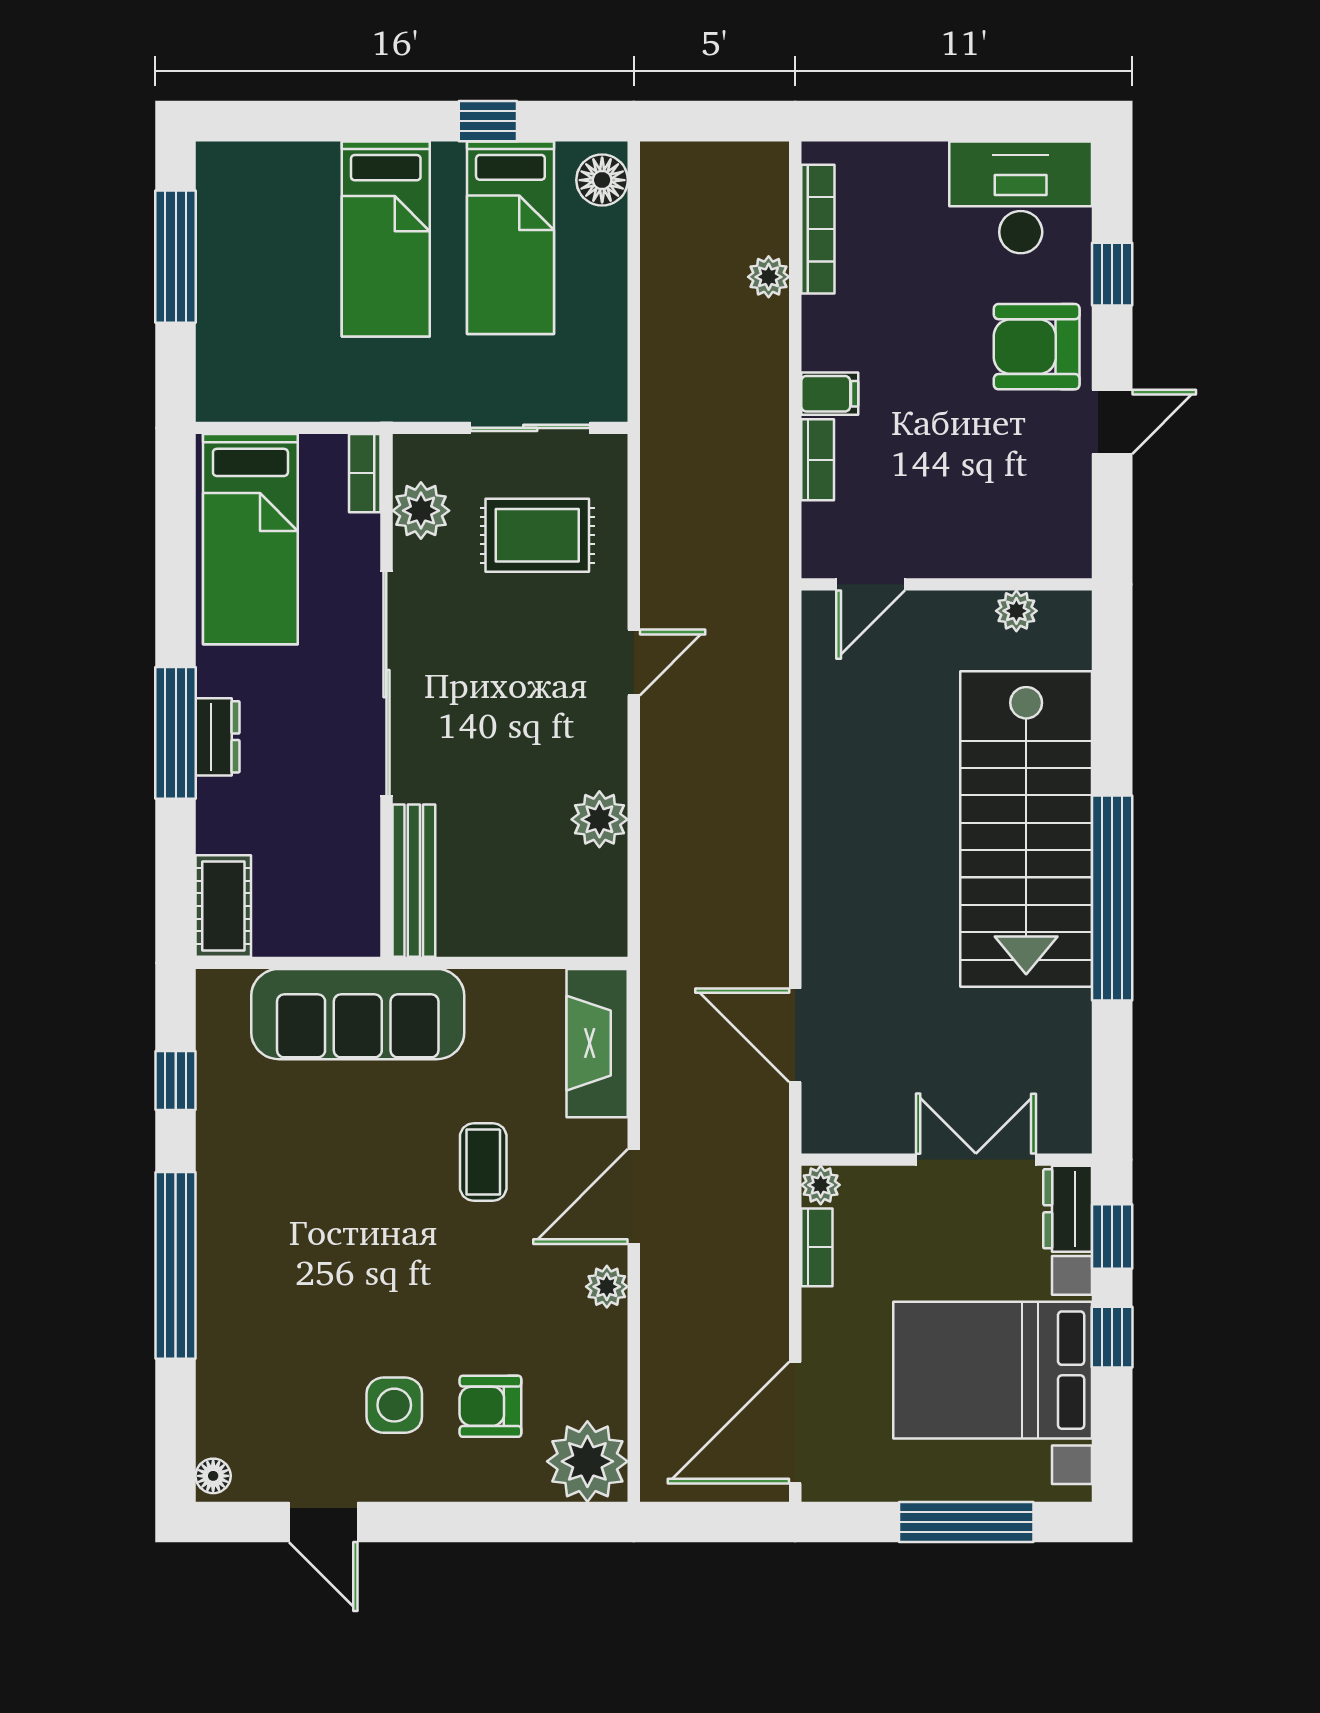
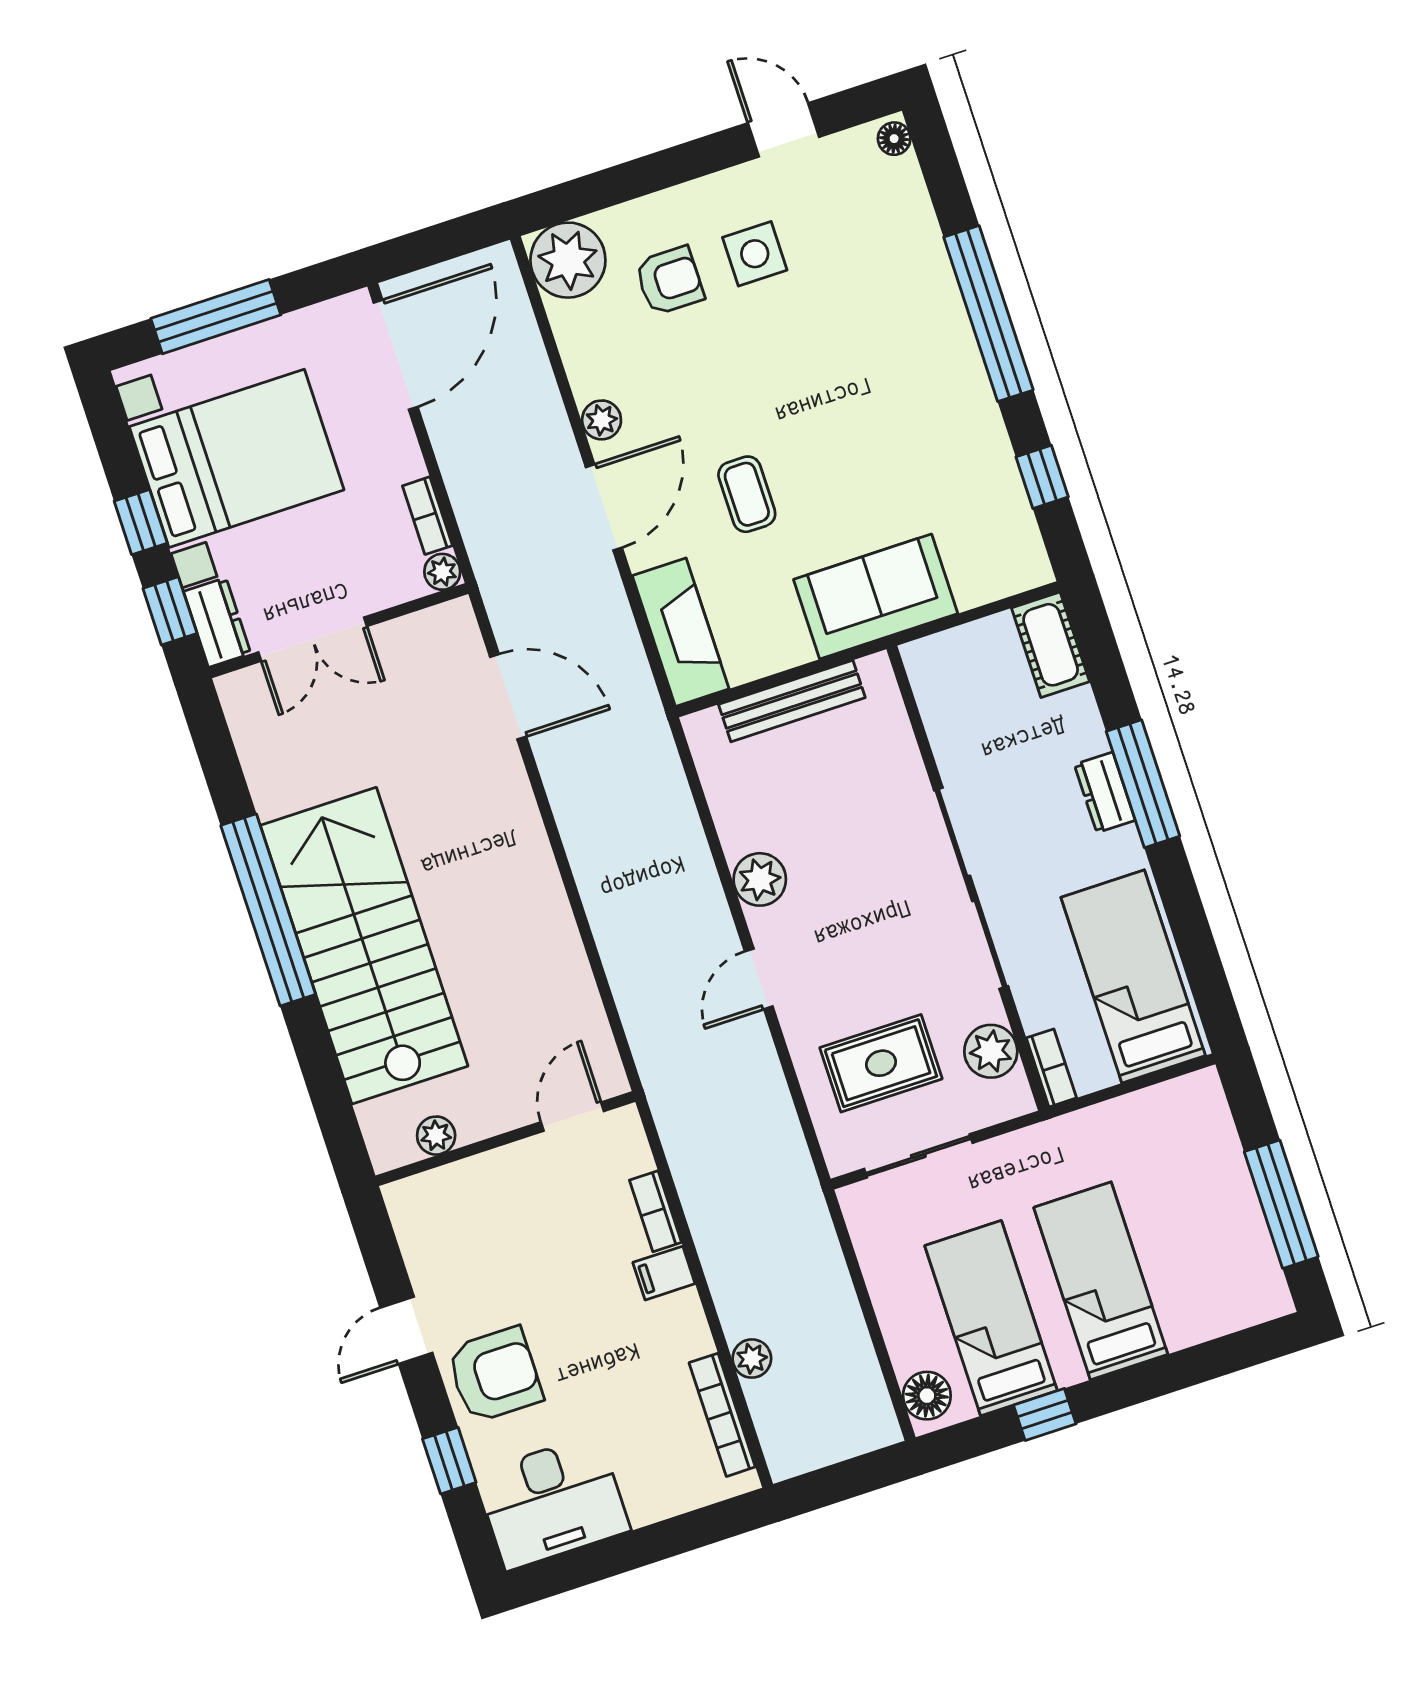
plant: (599, 819) -> (760, 879), moved
bench: (414, 881) -> (792, 701), moved, turned 90
sofa: (358, 1014) -> (876, 597), width x0.73

